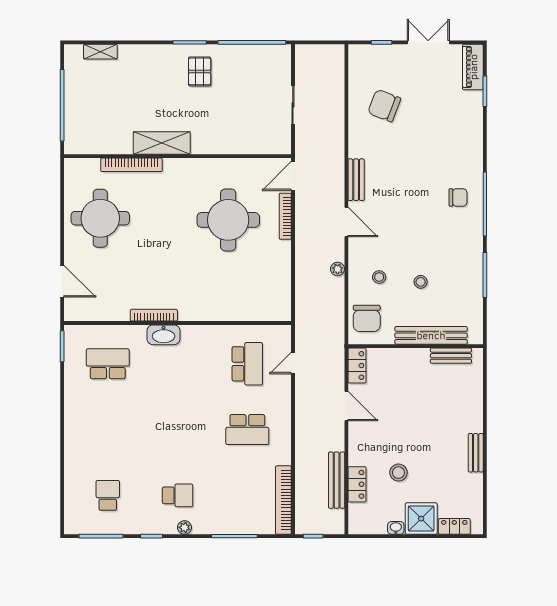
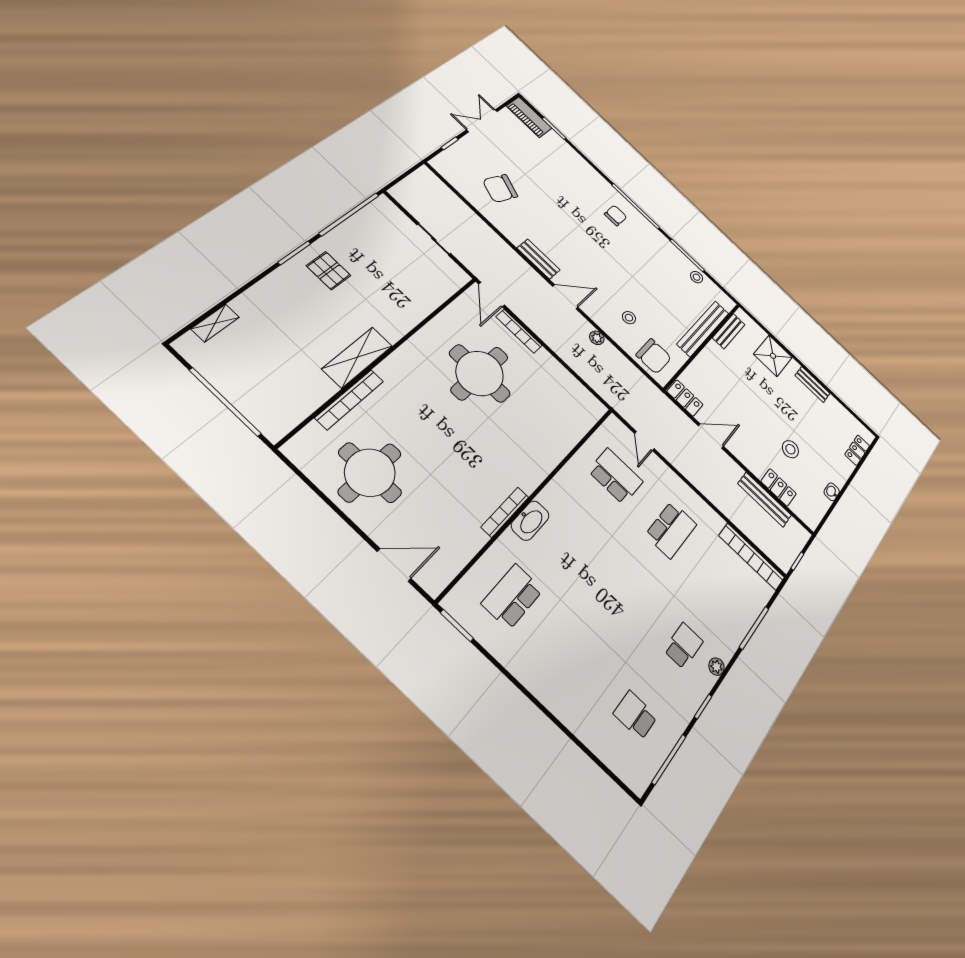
stool: (421, 282) -> (697, 277), moved
shower: (421, 519) -> (773, 356), moved

